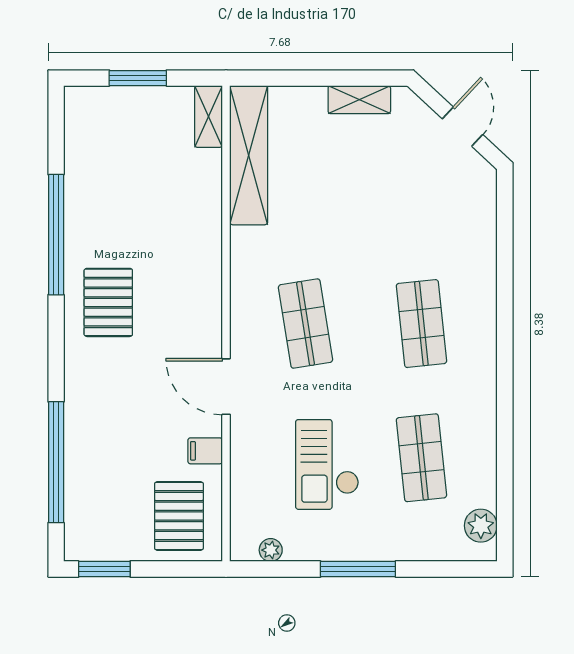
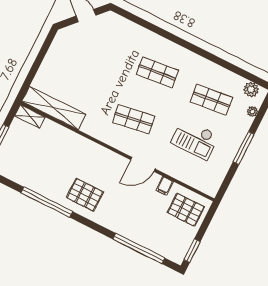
shelving: (359, 100) -> (54, 52), removed
plant: (271, 550) -> (252, 111), moved

